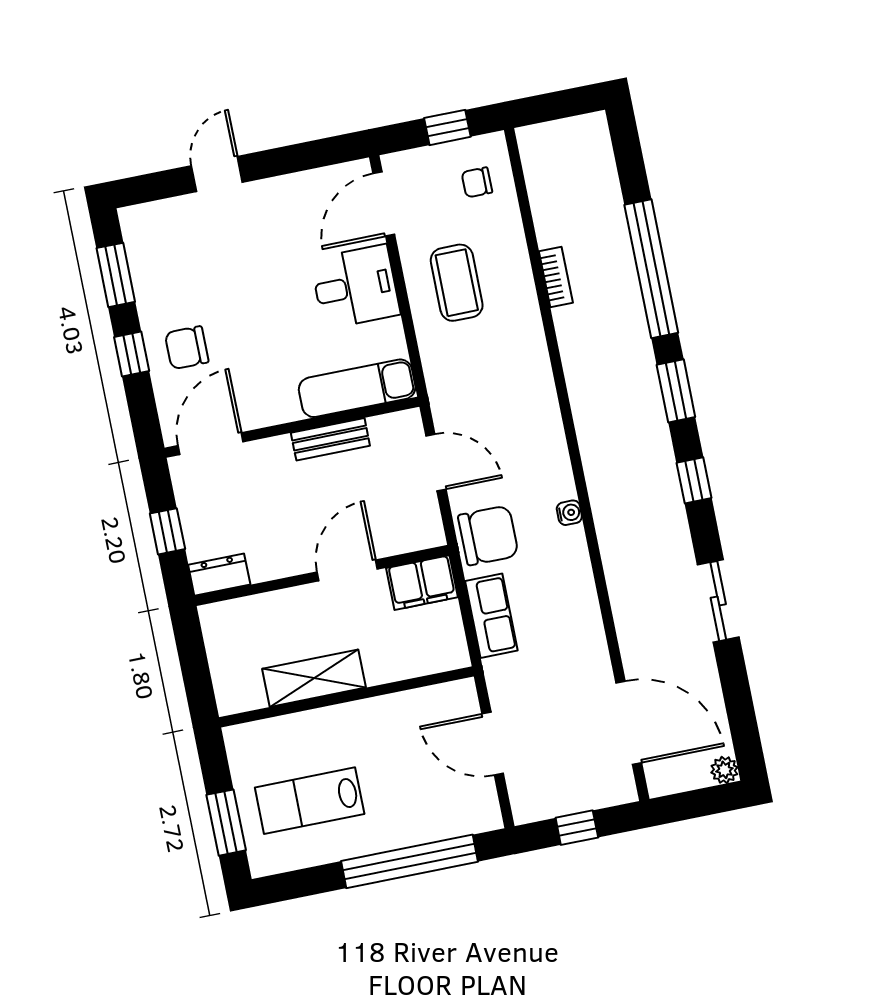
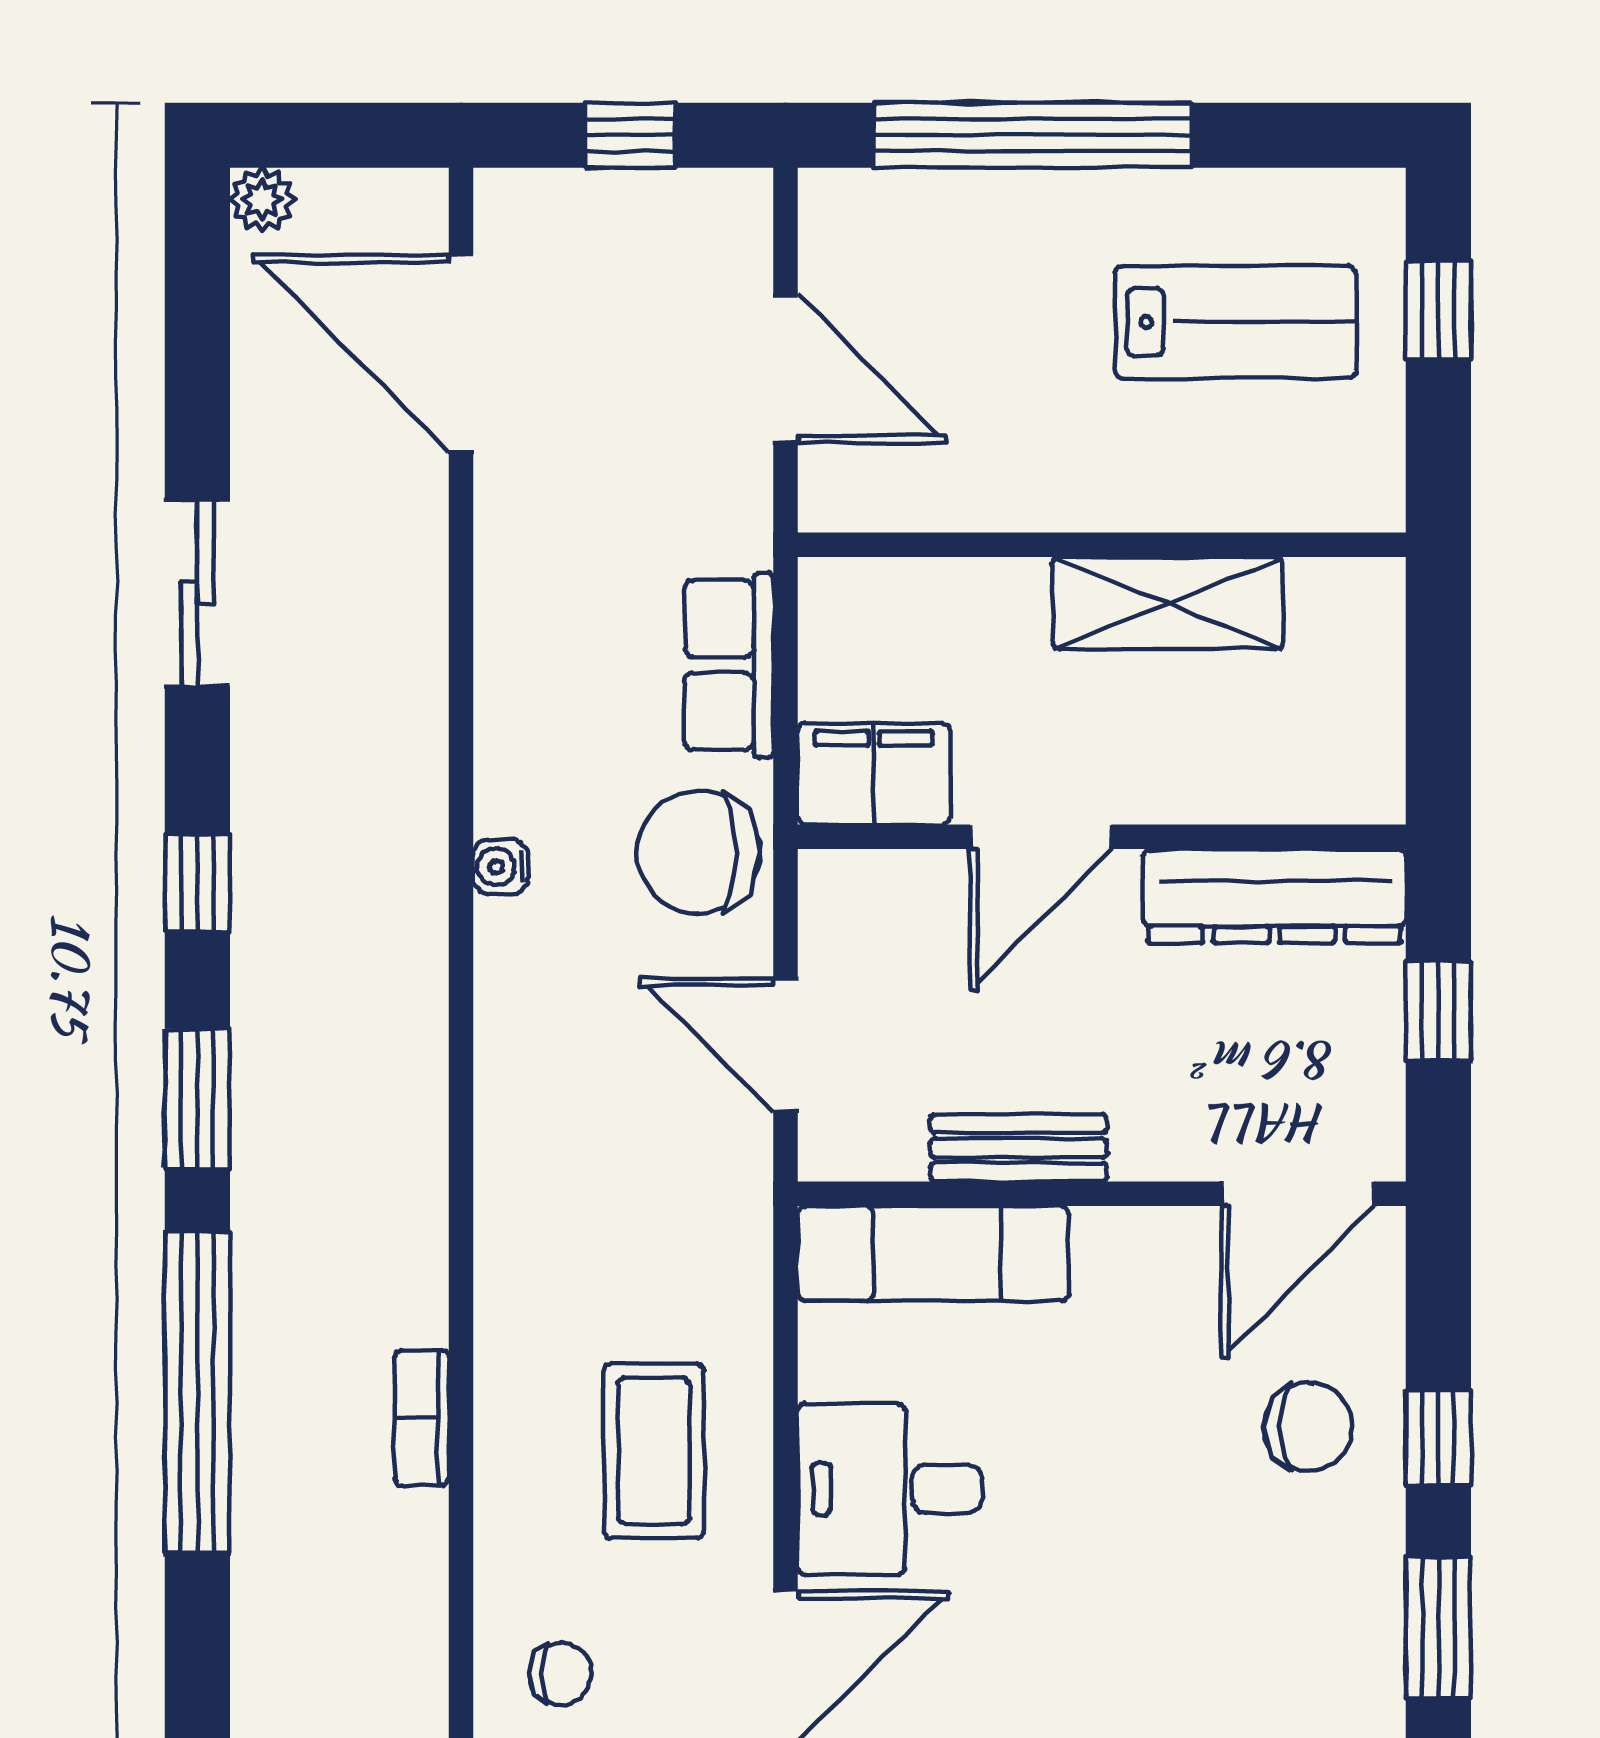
dresser: (219, 575) -> (1274, 896), width x1.96, depth x1.24
window: (226, 823) -> (1438, 310), width x0.67

